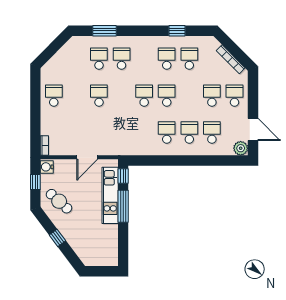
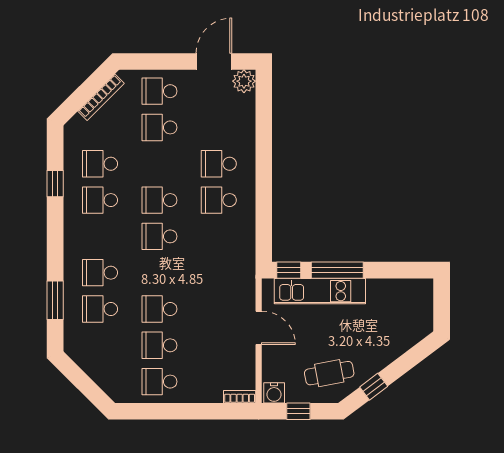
school desk: (212, 133) -> (159, 345), moved
cafe table: (59, 201) -> (329, 373), turned 37
window: (57, 238) -> (374, 387), moved

